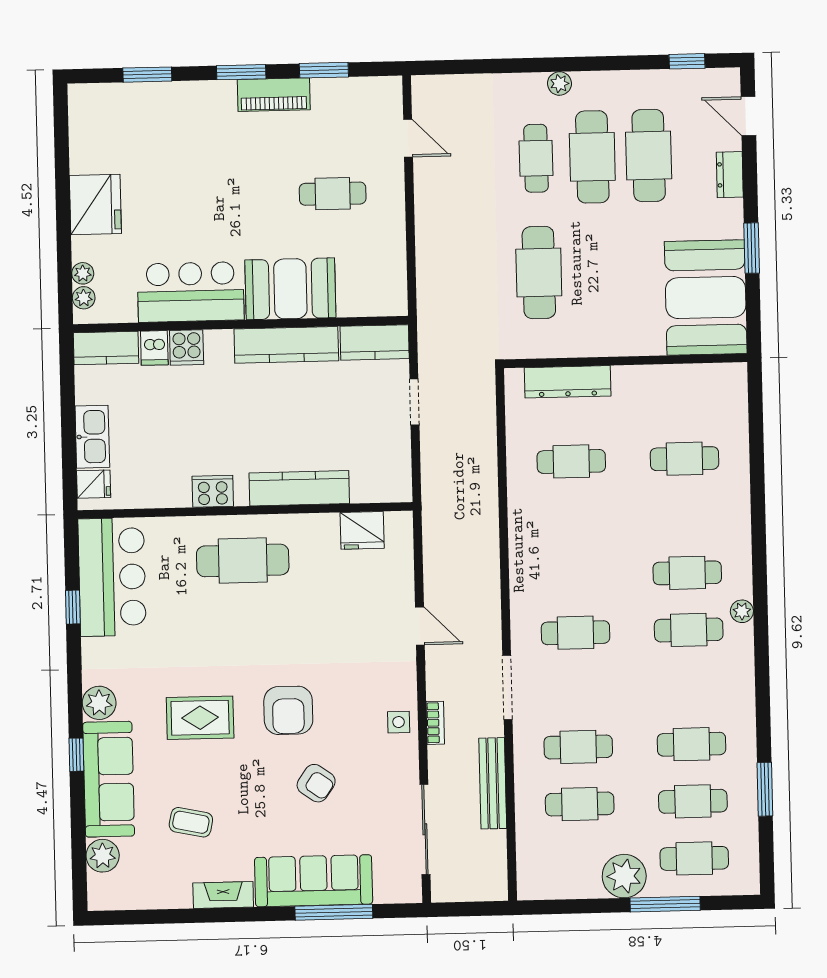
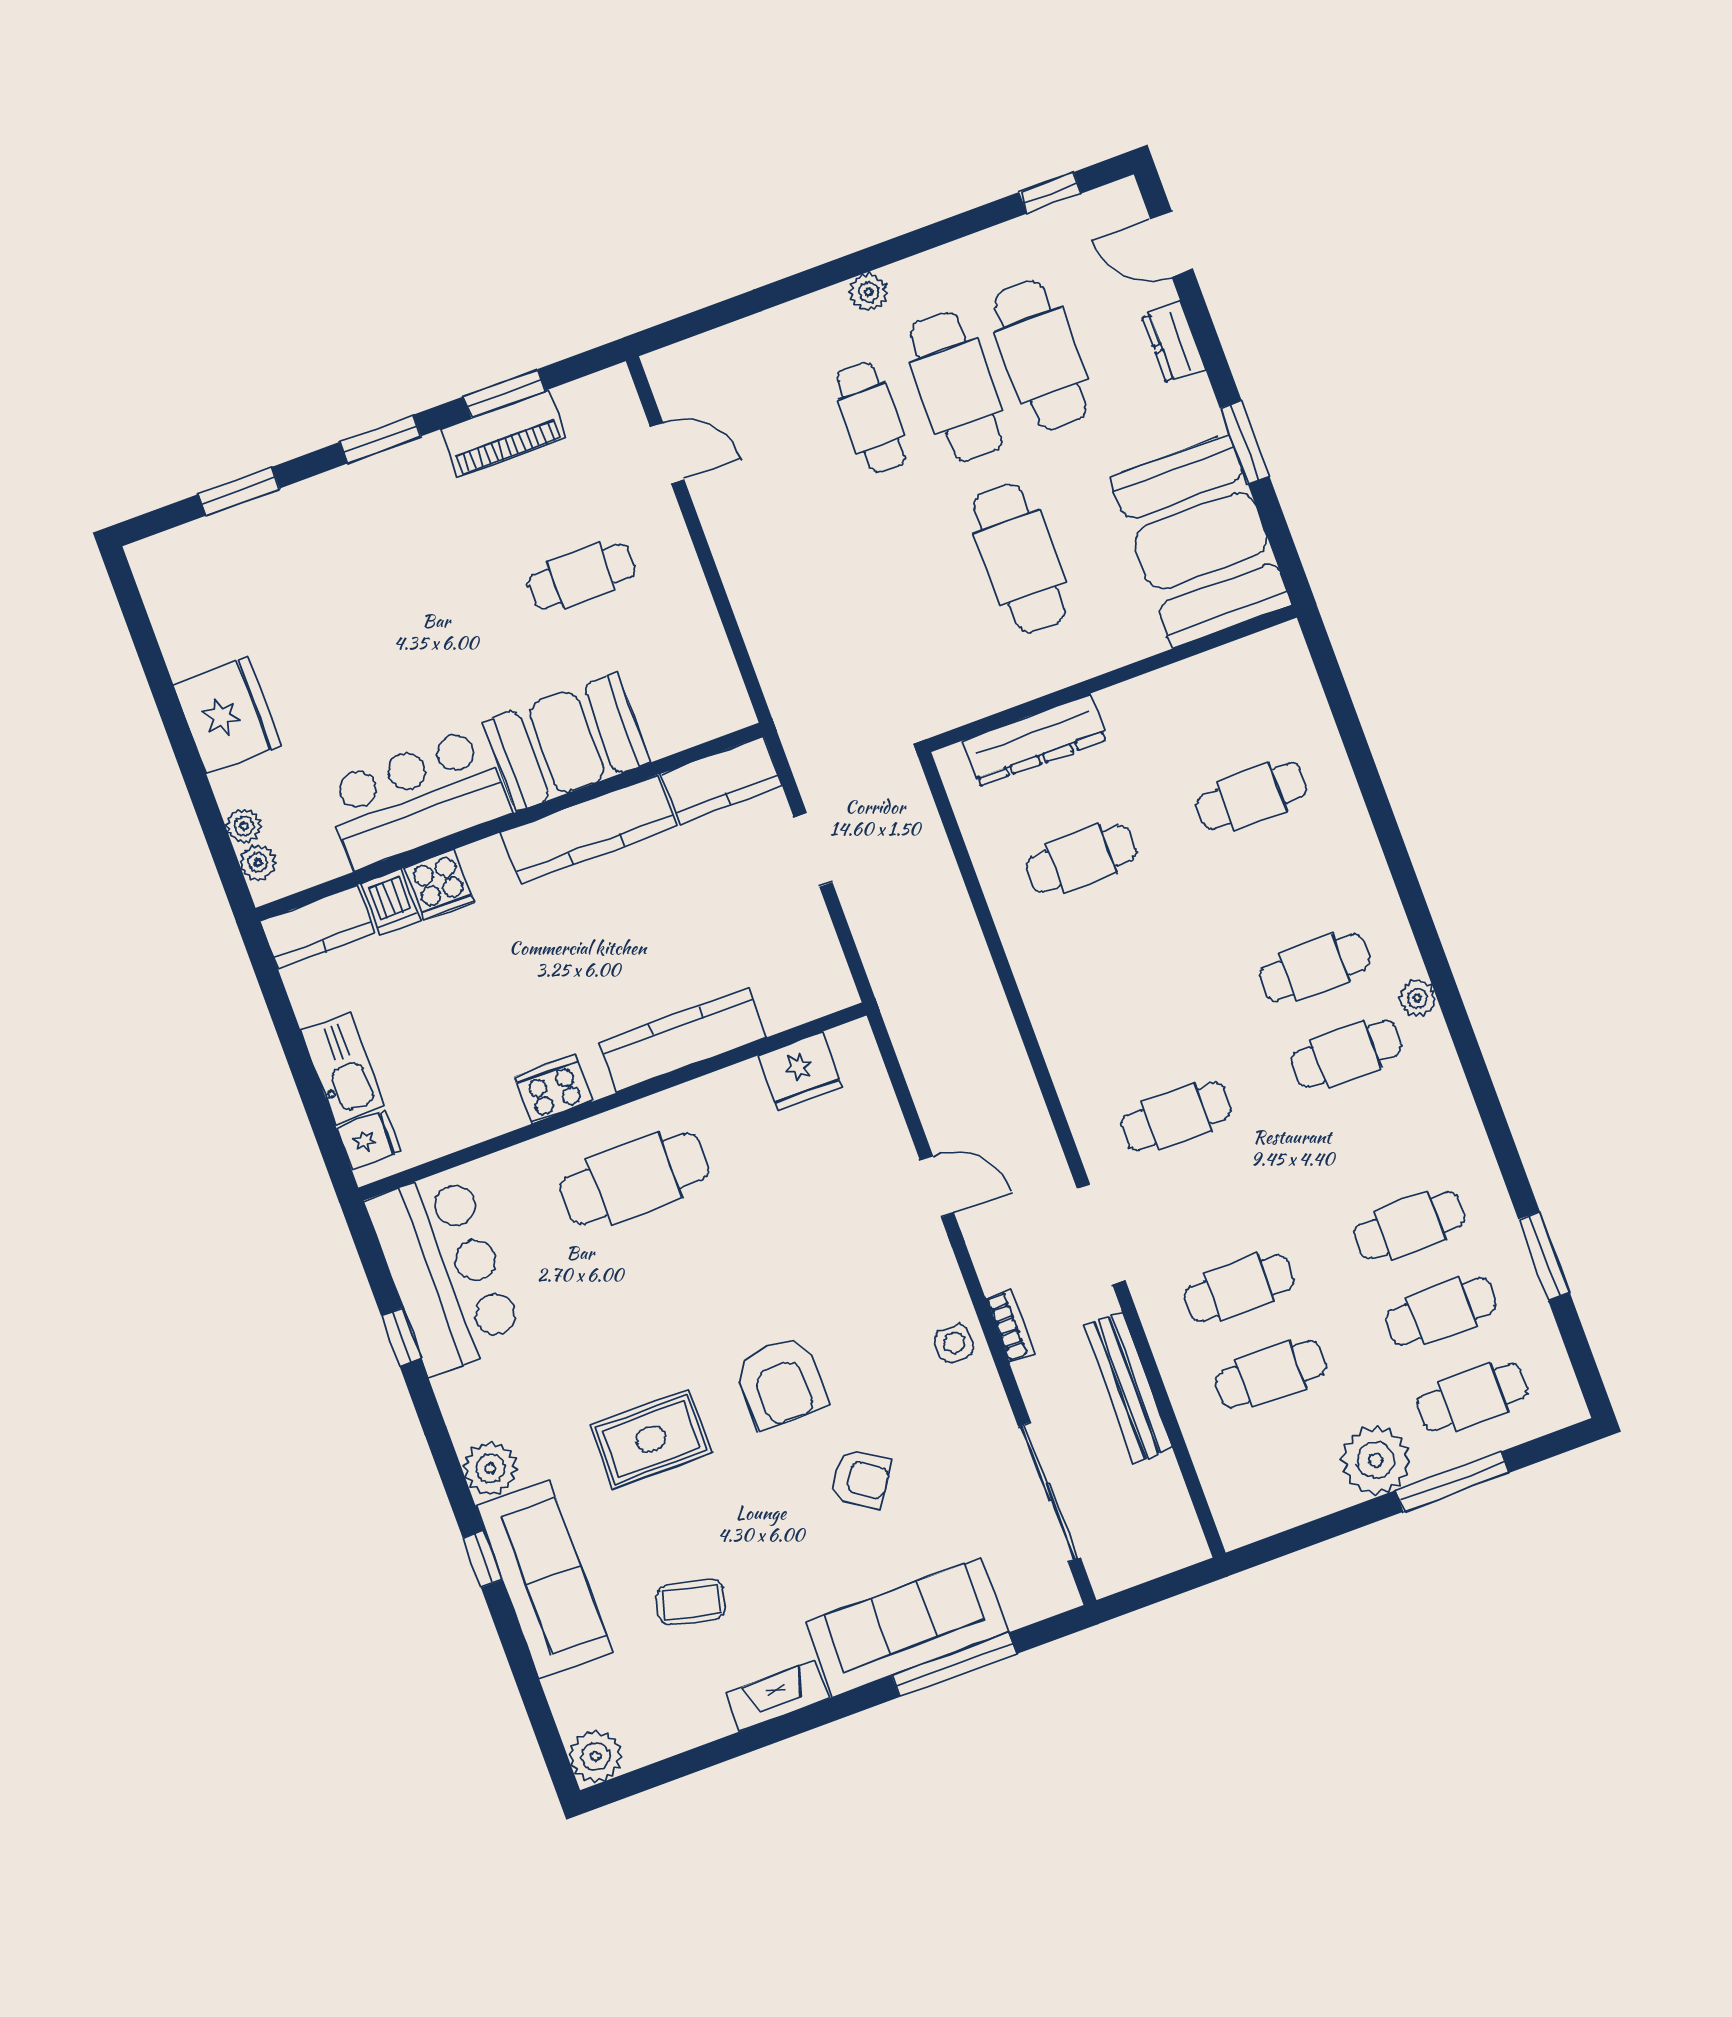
piano: (274, 95) -> (503, 434), moved
cafe table: (539, 273) -> (1019, 558), moved
plant: (103, 856) -> (596, 1756), moved

